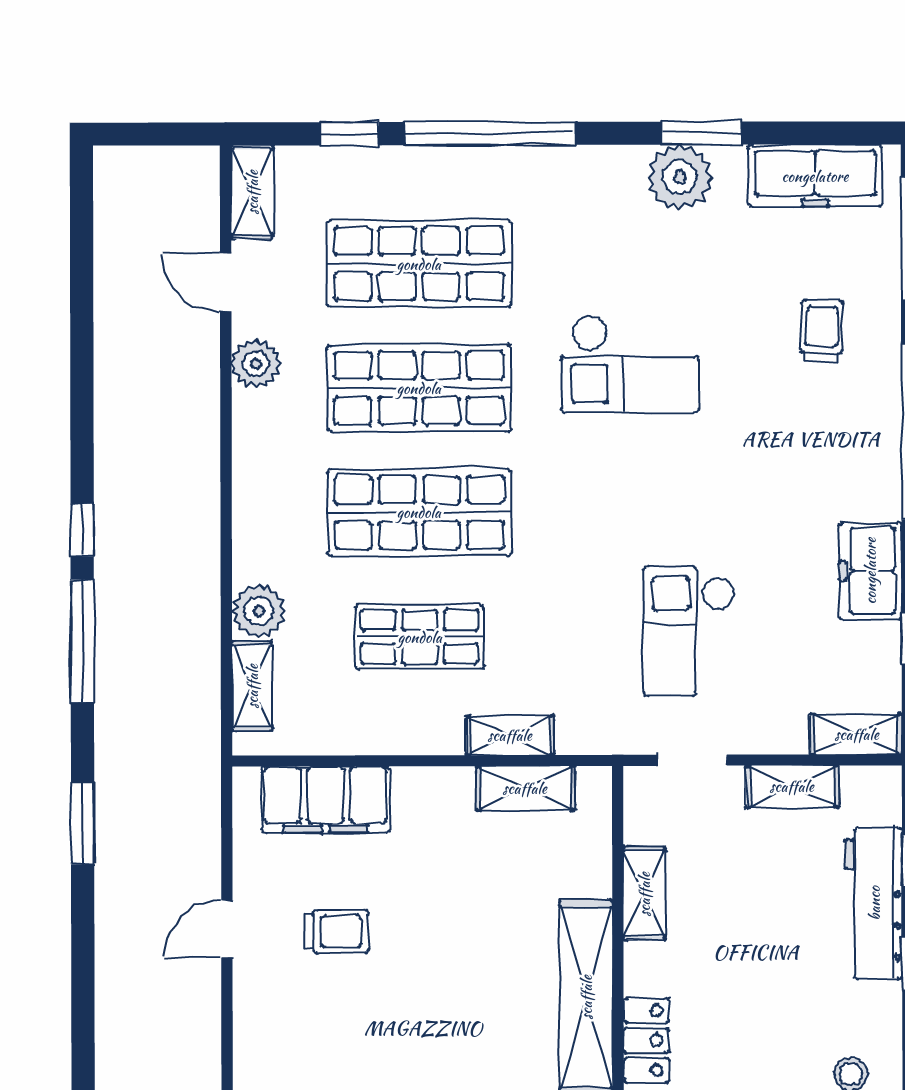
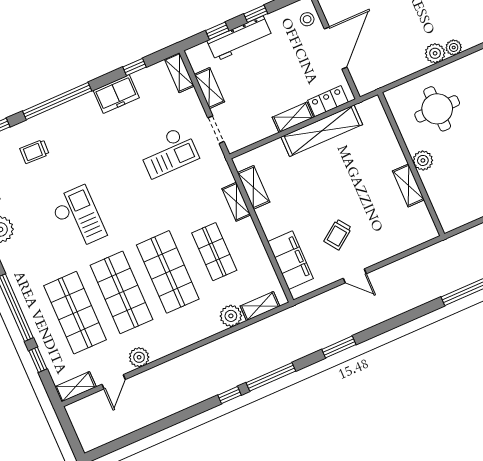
shelving: (644, 894) -> (293, 117), moved
trolley: (337, 931) -> (338, 235), turned -126

